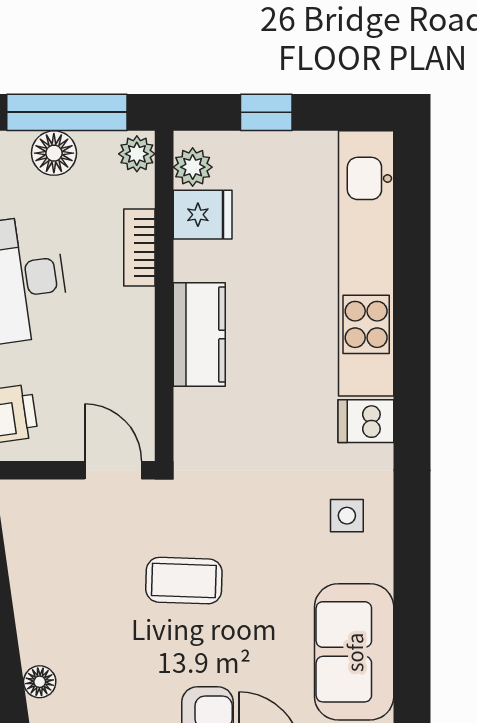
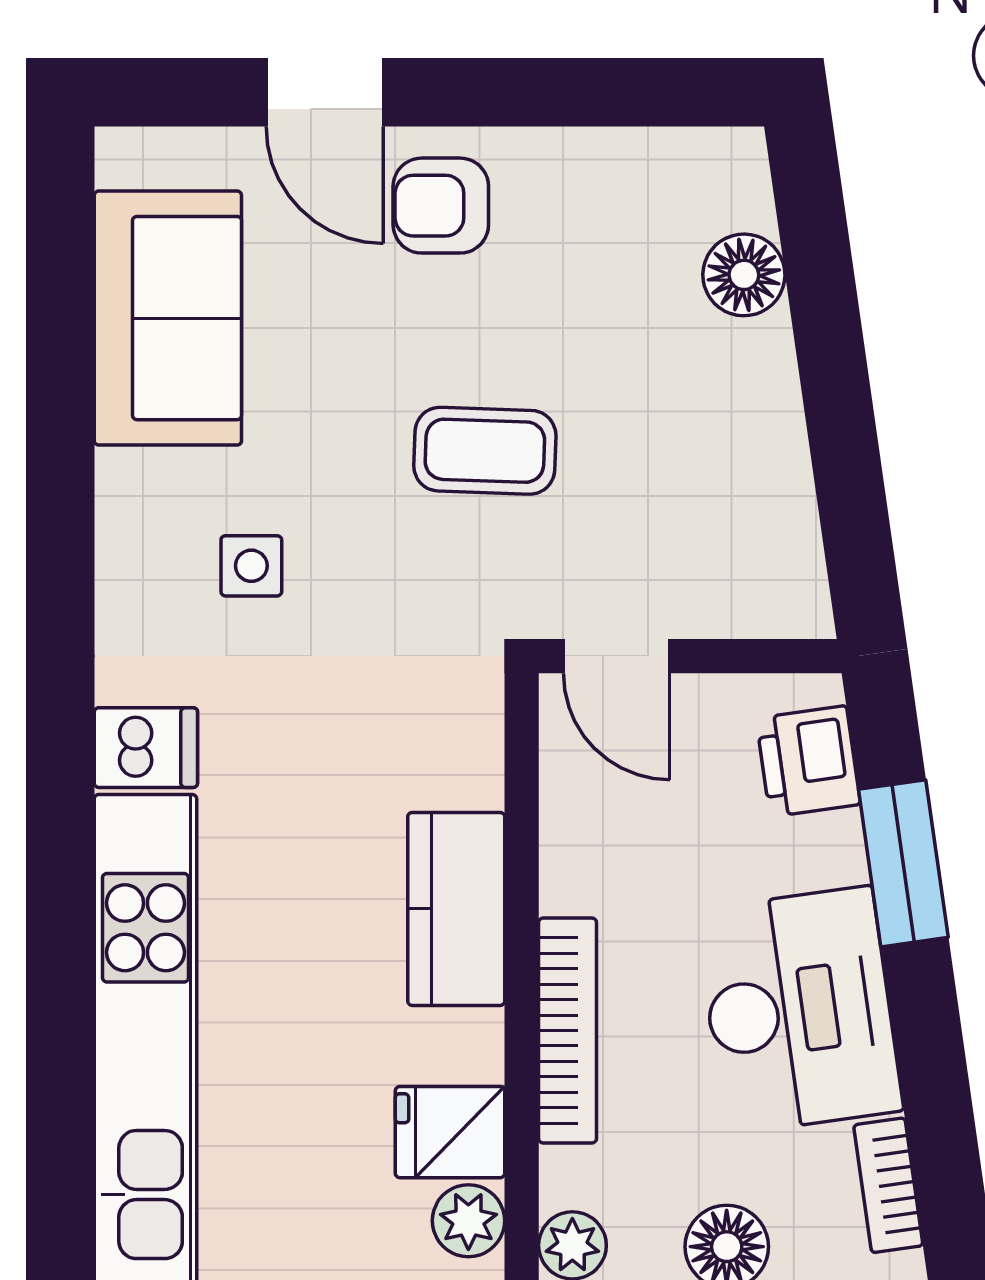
bookcase: (139, 247) -> (568, 1030), width x1.56
side table: (347, 516) -> (251, 566), moved
floor lamp: (40, 682) -> (744, 275), width x1.37, depth x1.37

